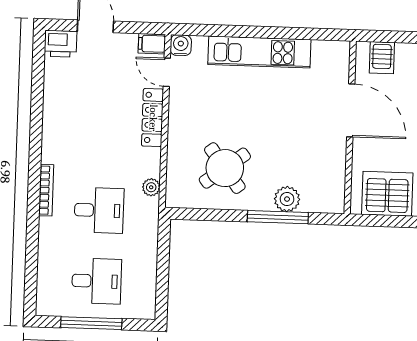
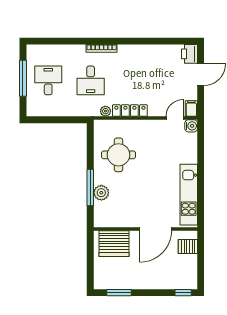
kitchen unit: (259, 52) -> (189, 195), moved
locker: (153, 118) -> (130, 111), moved
round table: (225, 168) -> (118, 155), turned 37
server rack: (387, 194) -> (114, 244), moved, turned 90
desk: (97, 281) -> (48, 80), turned 180

